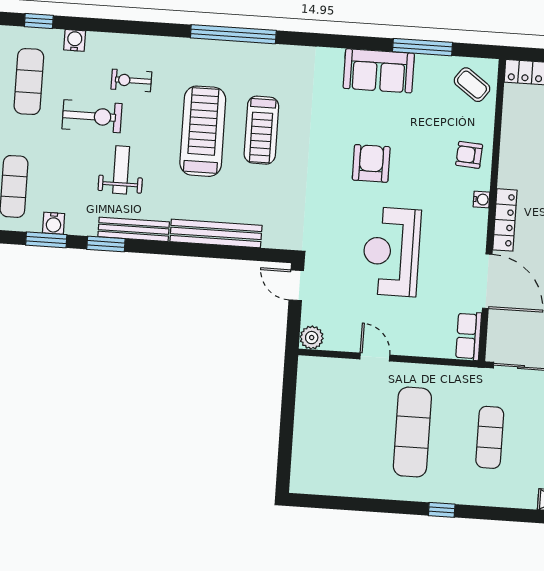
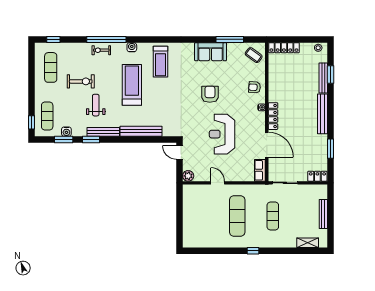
window: (233, 34) -> (106, 39), moved
water cooler: (75, 40) -> (132, 47), moved
exercise bike: (131, 80) -> (101, 50), moved
treadmill: (261, 130) -> (160, 62), moved

